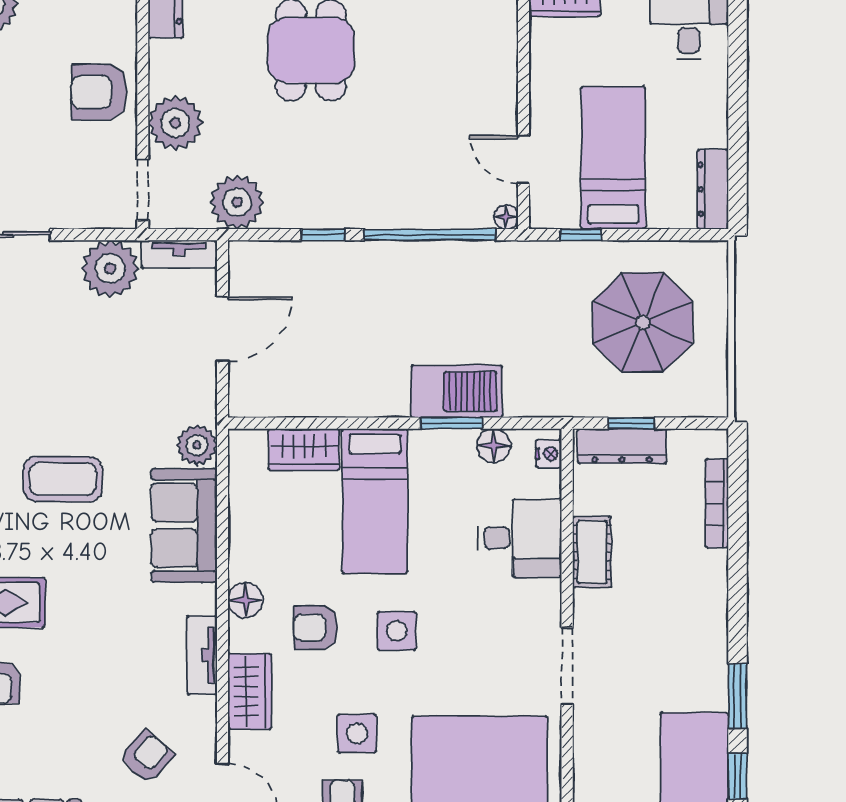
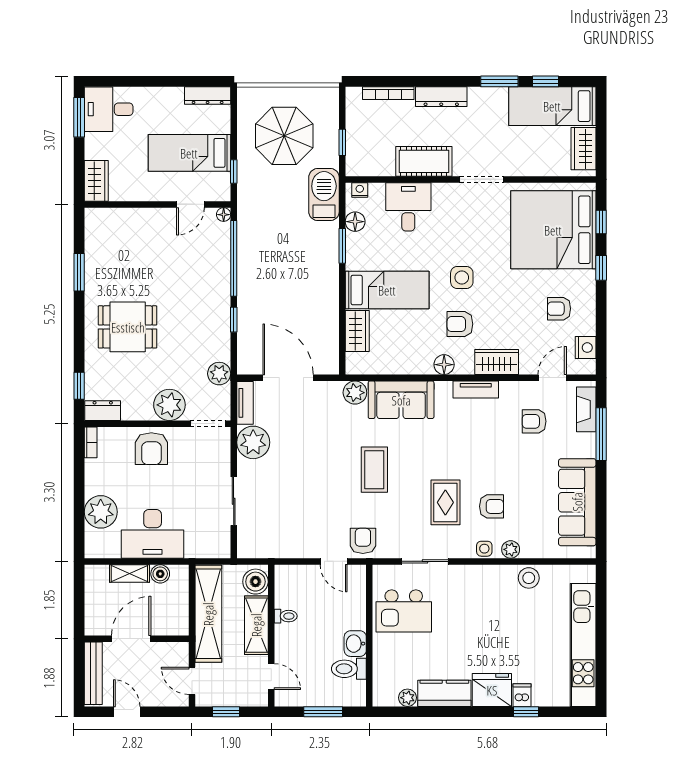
plant: (237, 202) -> (219, 374), width x0.73, depth x0.73
door: (223, 329) -> (288, 378), width x1.36
barbecue: (457, 391) -> (324, 195), moved
dresser: (622, 446) -> (441, 97), moved, turned 90
cot: (592, 552) -> (424, 161), width x1.37, depth x1.34
armchair: (316, 628) -> (460, 324), turned 90
side table: (357, 733) -> (521, 300), removed
armchair: (147, 757) -> (534, 421), turned -42

